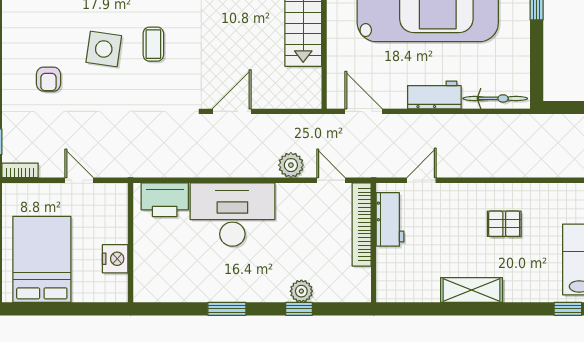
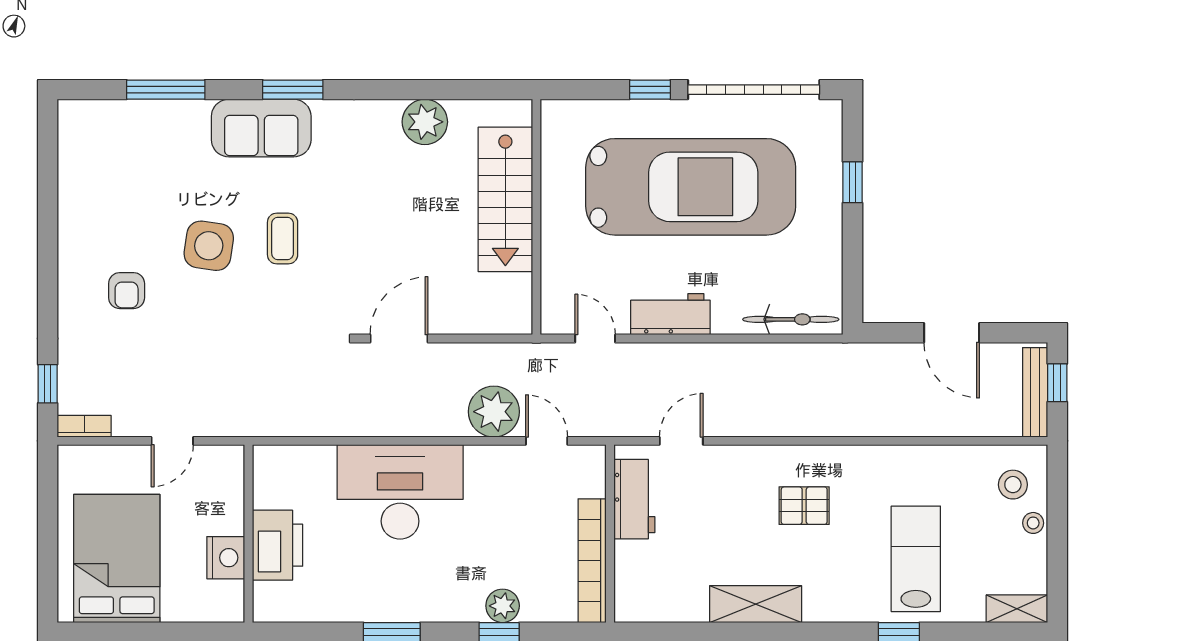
workbench: (434, 95) -> (670, 314), moved
door: (364, 111) -> (595, 338), width x0.73
plant: (291, 165) -> (494, 412), width x1.36, depth x1.36
door: (79, 180) -> (172, 441), swing flipped
printer: (165, 200) -> (277, 545), moved, turned -90
bookcase: (362, 224) -> (592, 561), moved

